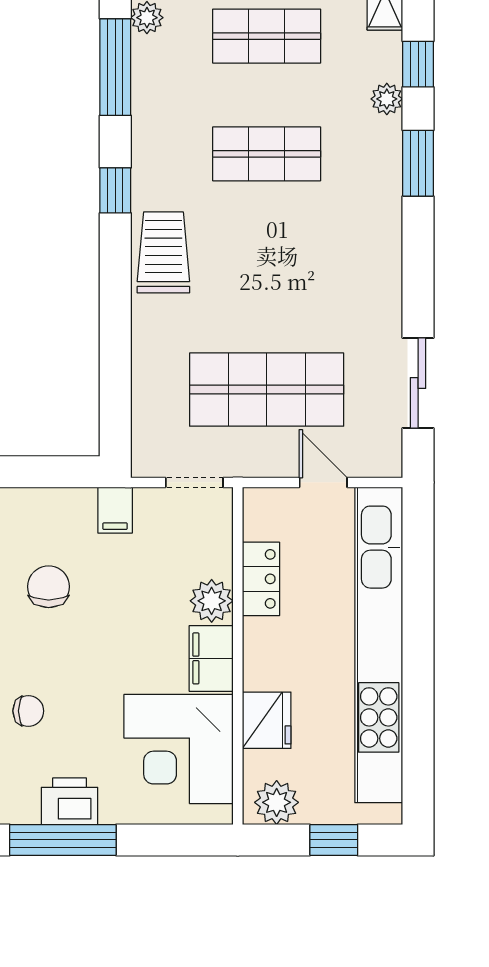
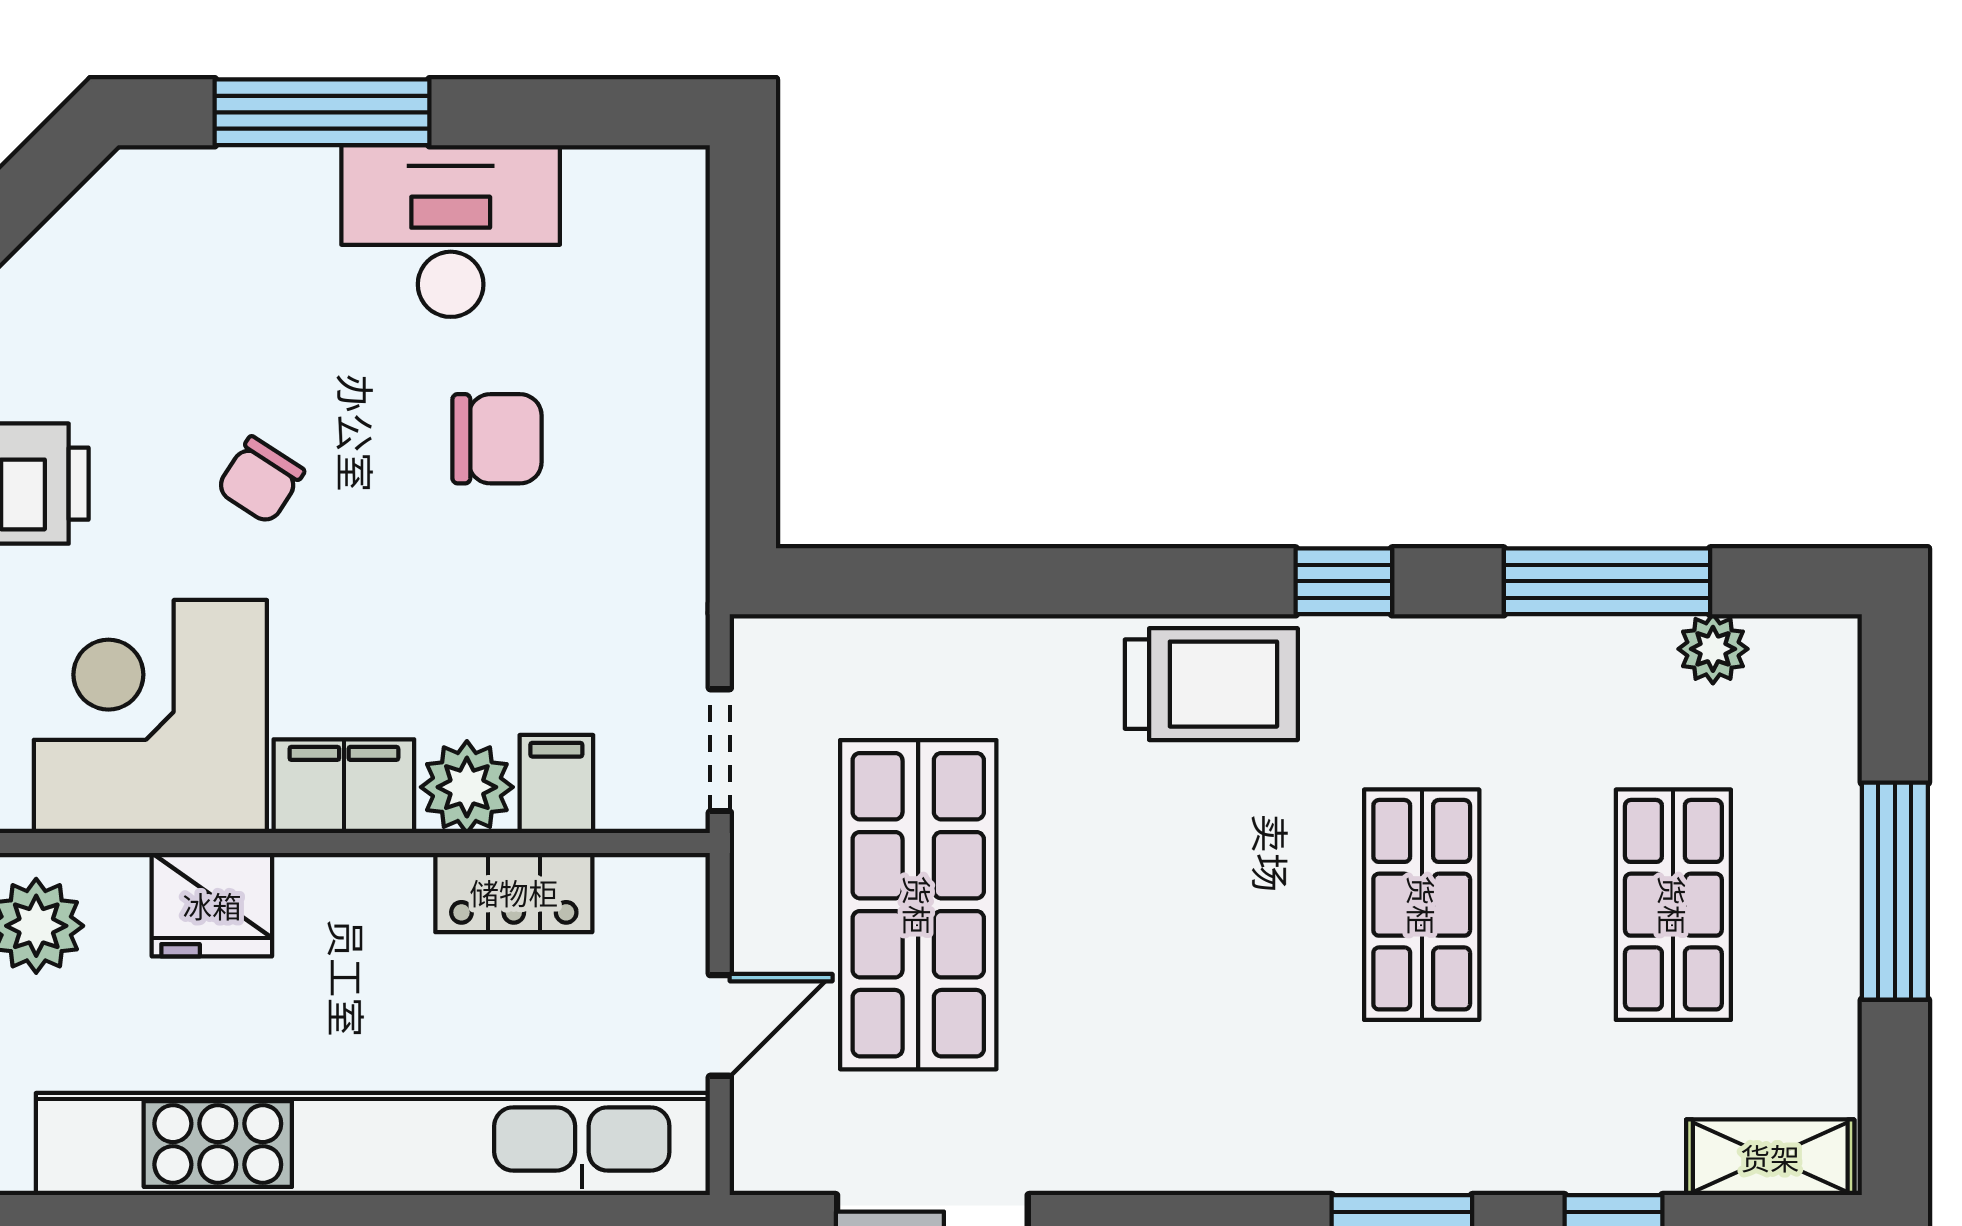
plant: (387, 99) -> (1539, 1161), removed
filing cabinet: (115, 510) -> (556, 784), moved, turned 90
chair: (28, 711) -> (260, 480), moved, turned 33

